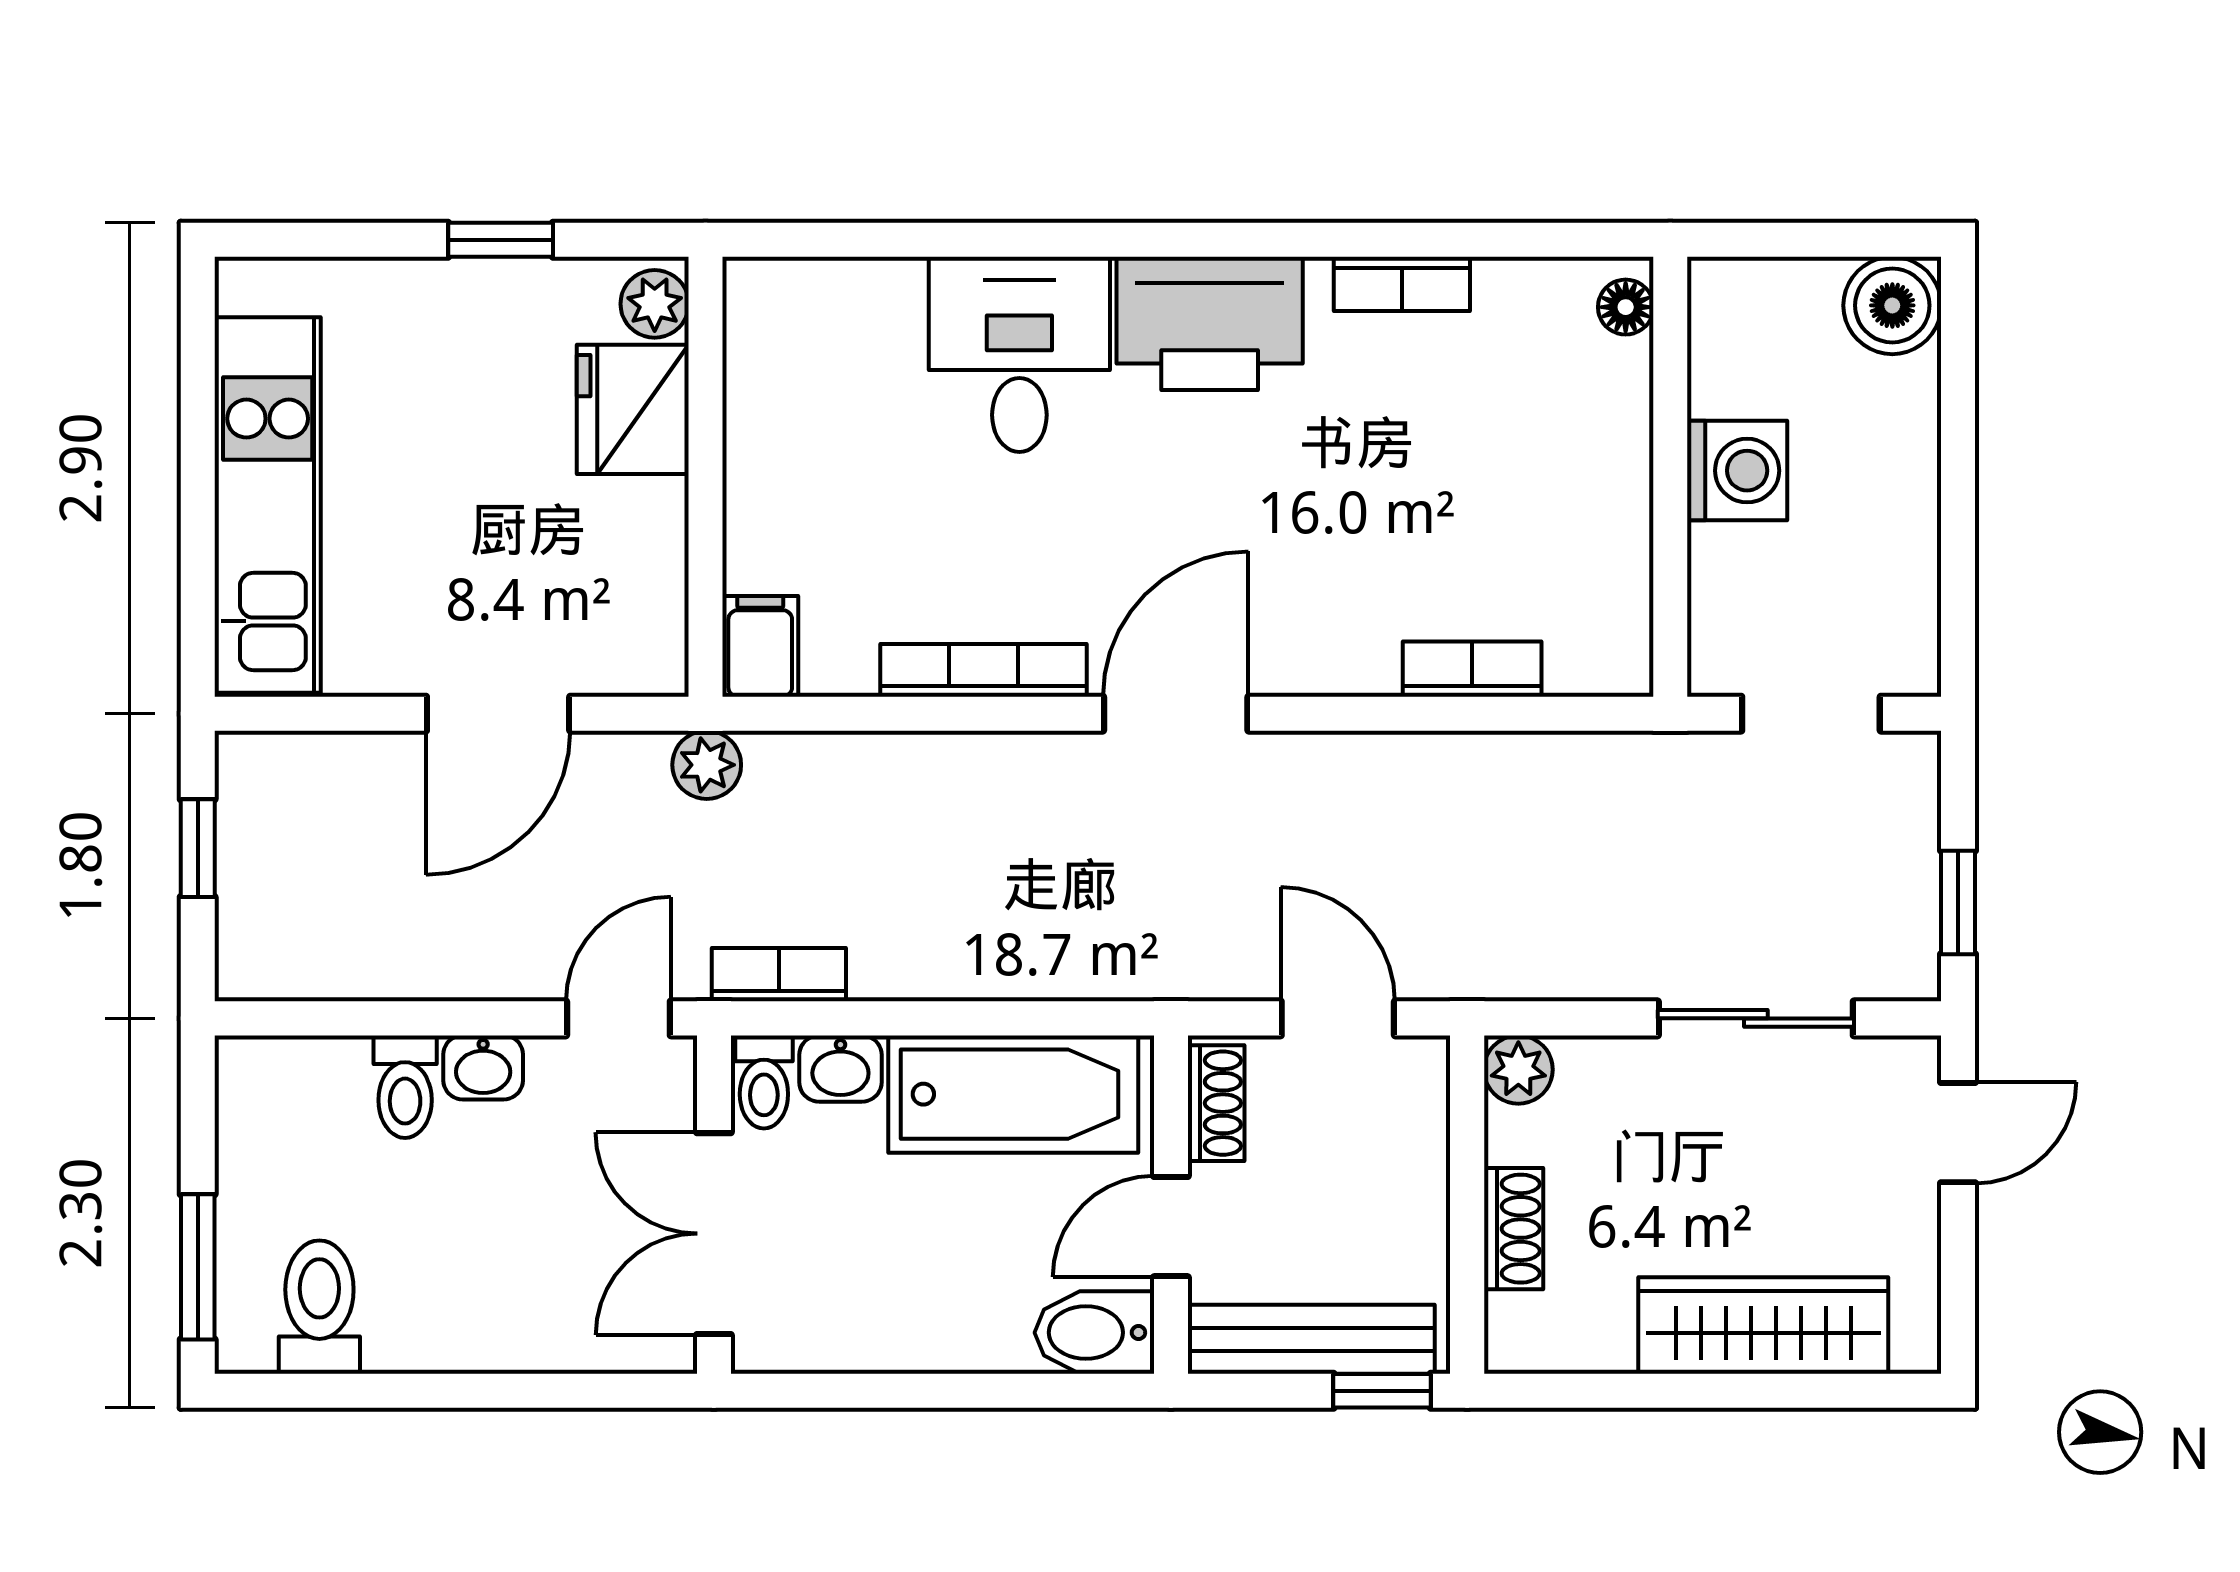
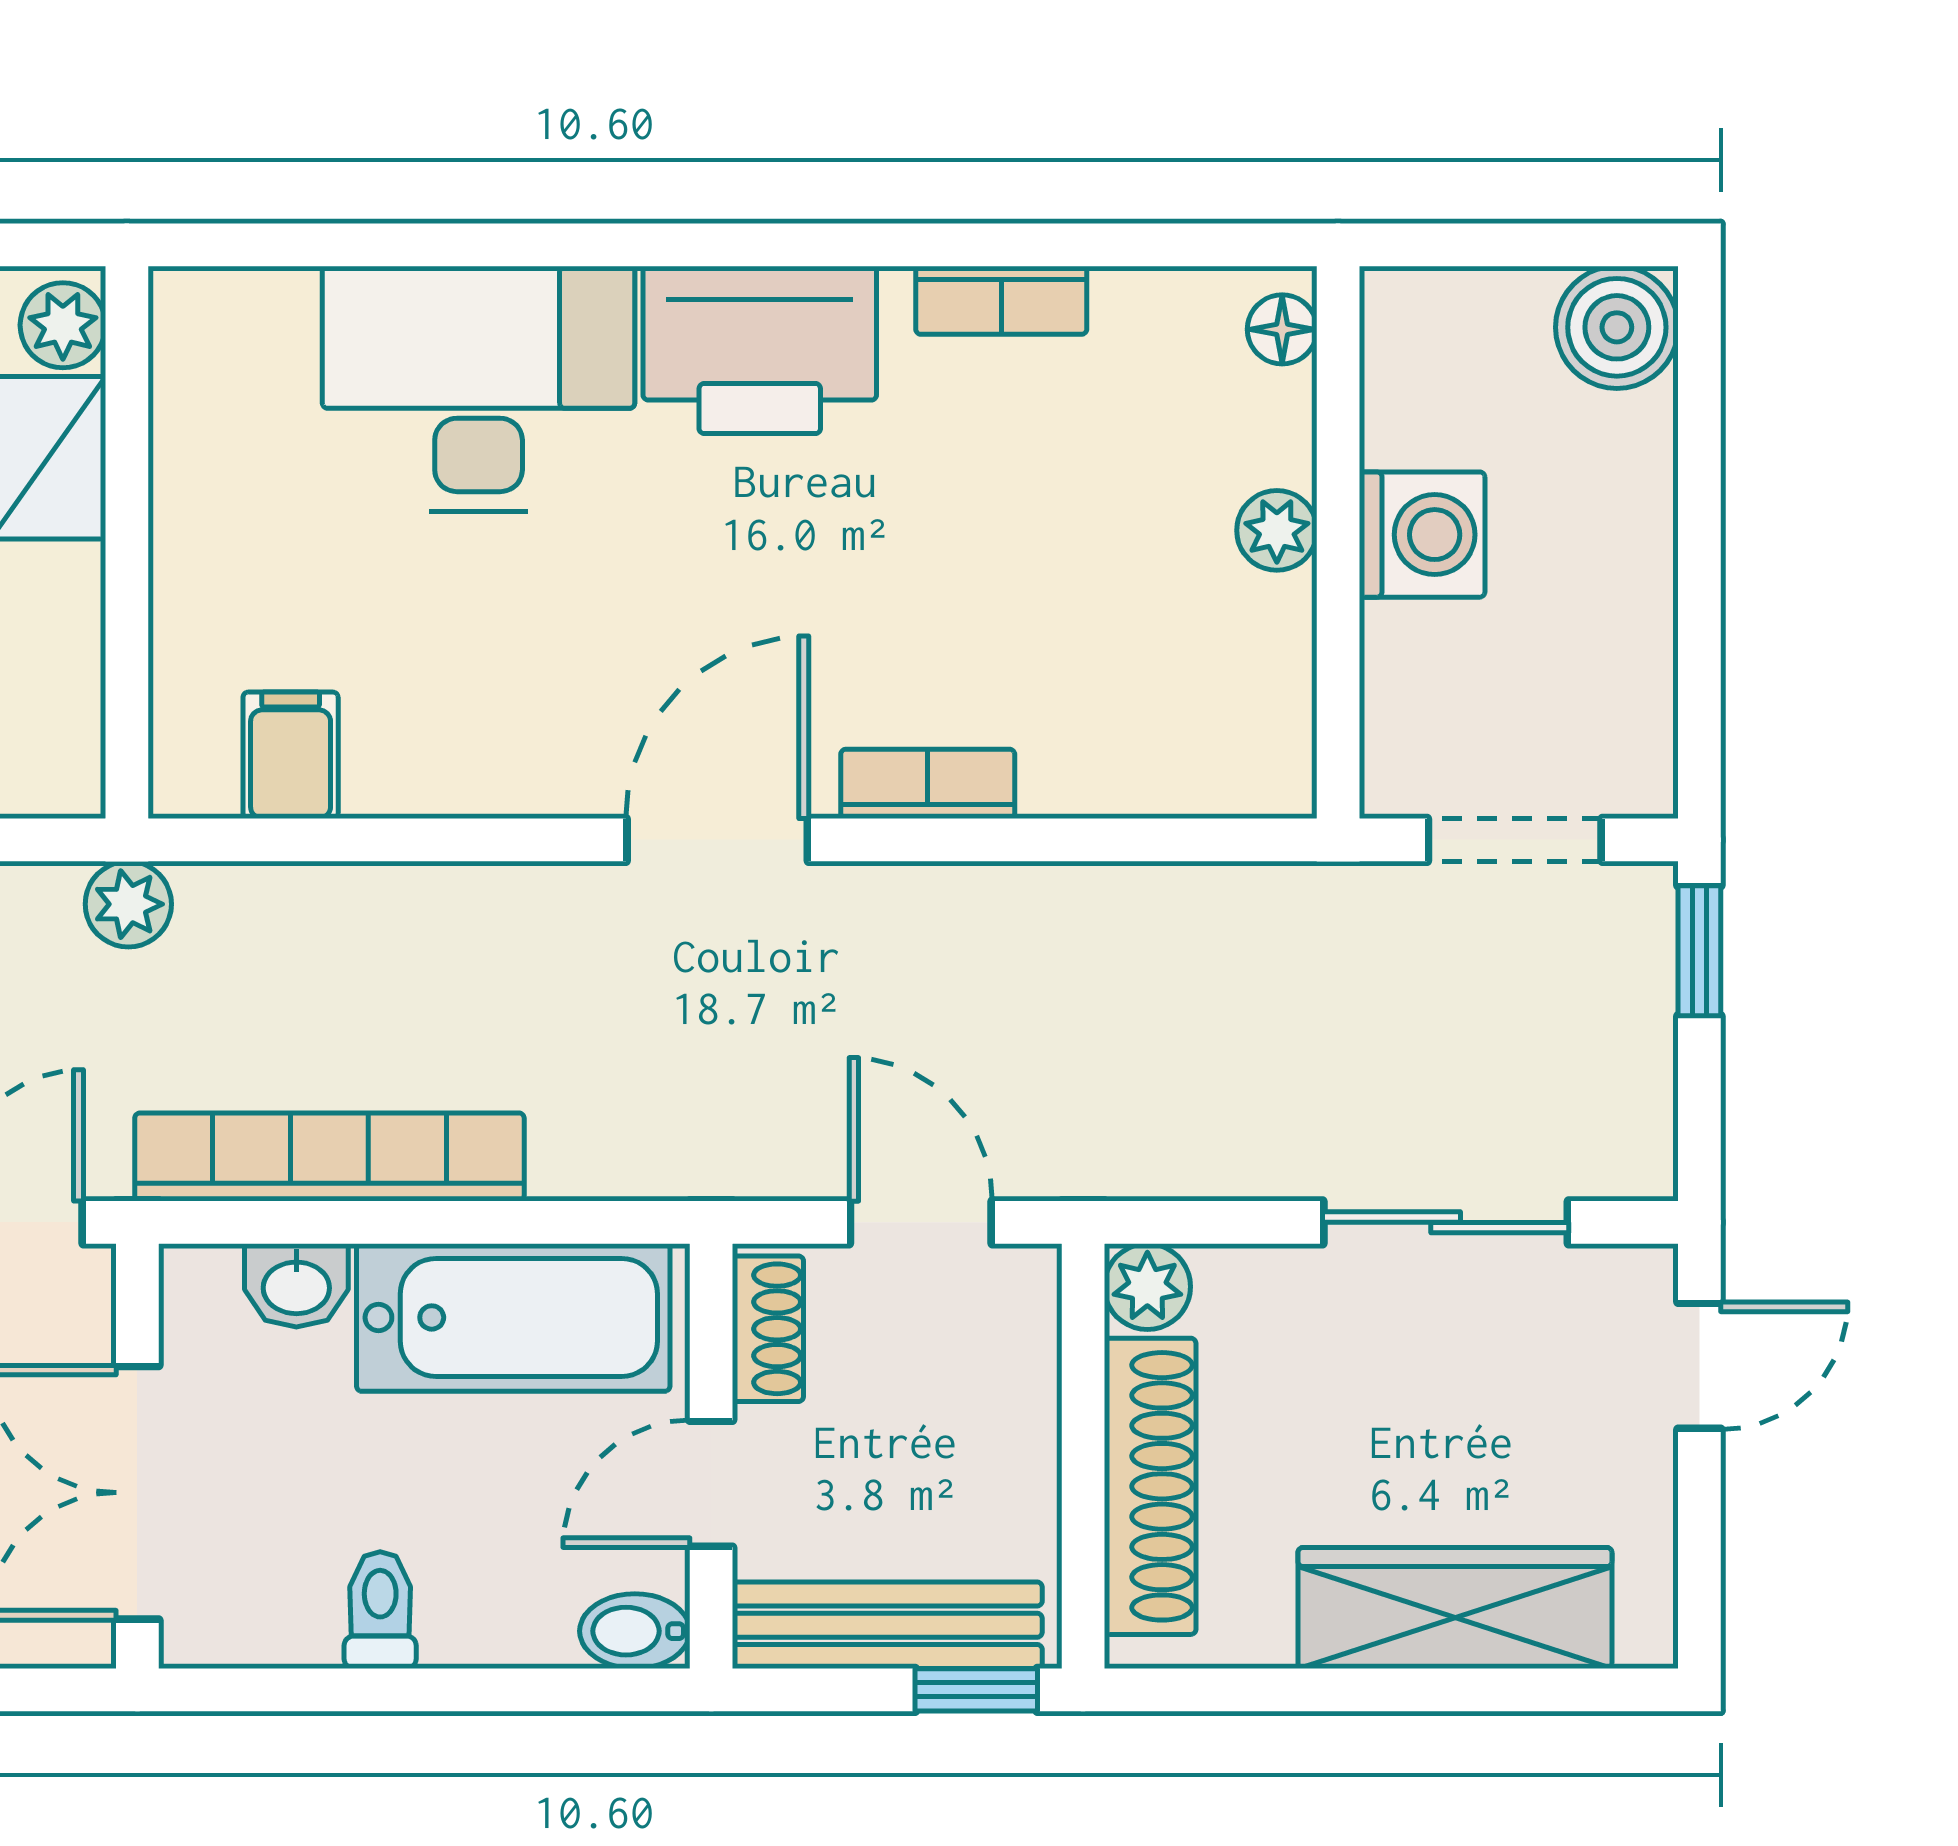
desk: (1019, 354) -> (479, 389), width x1.37
plant: (1621, 467) -> (1277, 530), added
filing cabinet: (760, 646) -> (291, 755), moved
bookcase: (1472, 669) -> (928, 784), moved
bookcase: (984, 670) -> (476, 785), removed
window: (1958, 902) -> (1699, 951), moved
bookcase: (779, 975) -> (329, 1157), width x2.31, depth x1.31
toilet: (764, 1082) -> (380, 1610), moved, turned 180
shoe rack: (1514, 1229) -> (1150, 1486), width x1.94, depth x1.24
bidet: (1094, 1333) -> (635, 1631), width x0.72, depth x0.74

